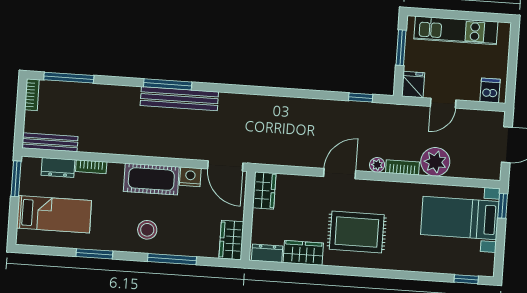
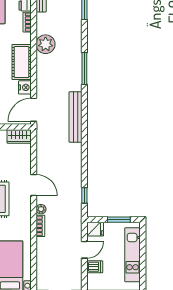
dishwasher: (490, 90) -> (95, 267), moved
bench: (179, 99) -> (75, 117), moved
door: (443, 103) -> (84, 250), swing flipped
plant: (435, 162) -> (46, 44), moved

